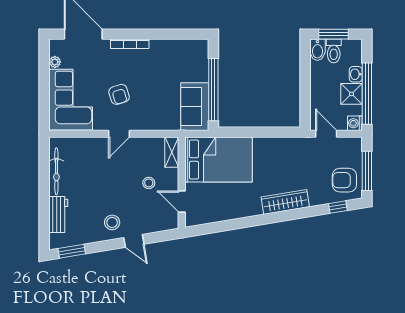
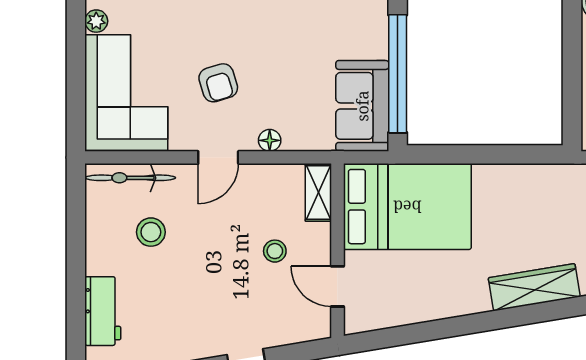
floor lamp: (146, 125) -> (270, 140), added
bicycle: (56, 171) -> (130, 178), moved, turned 90
stool: (112, 222) -> (151, 232), moved

